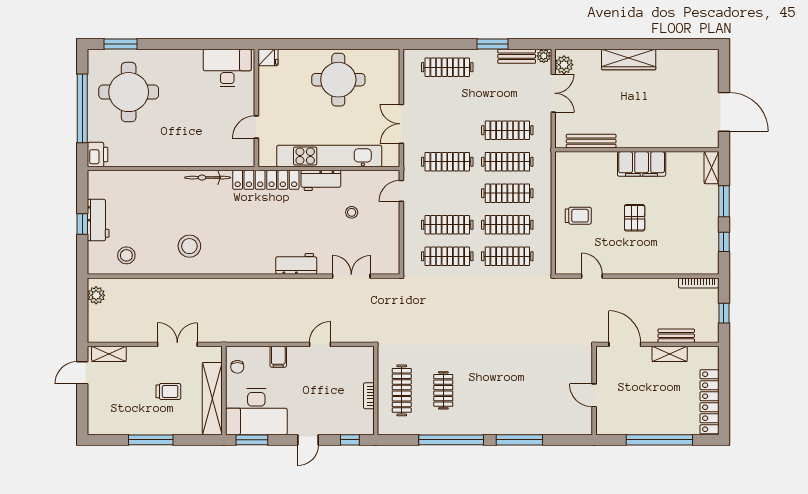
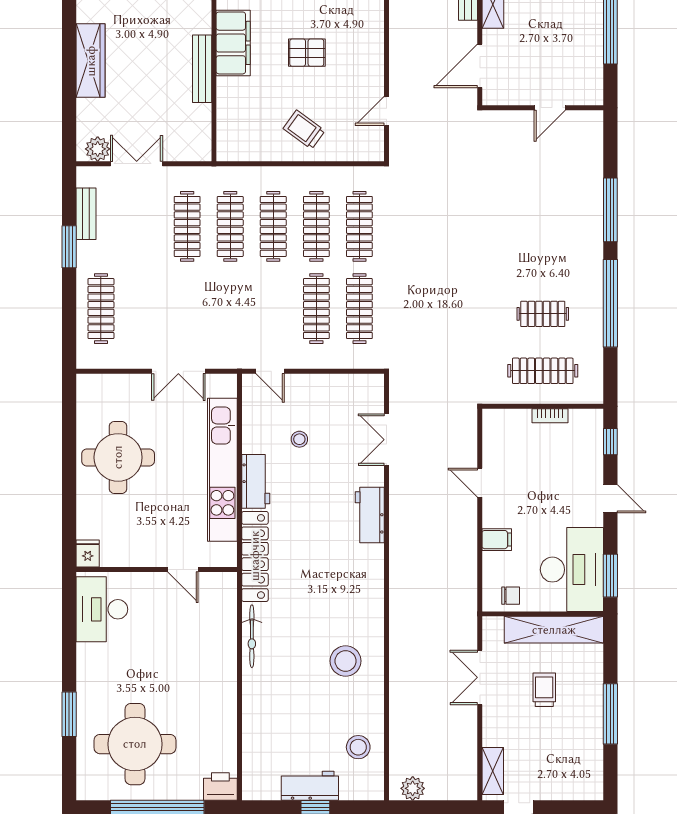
window: (120, 44) -> (69, 714), moved
plant: (544, 56) -> (86, 177), removed
bench: (591, 141) -> (202, 69), moved
clothes rail: (447, 162) -> (230, 309), removed
trolley: (578, 216) -> (304, 130), turned -54

